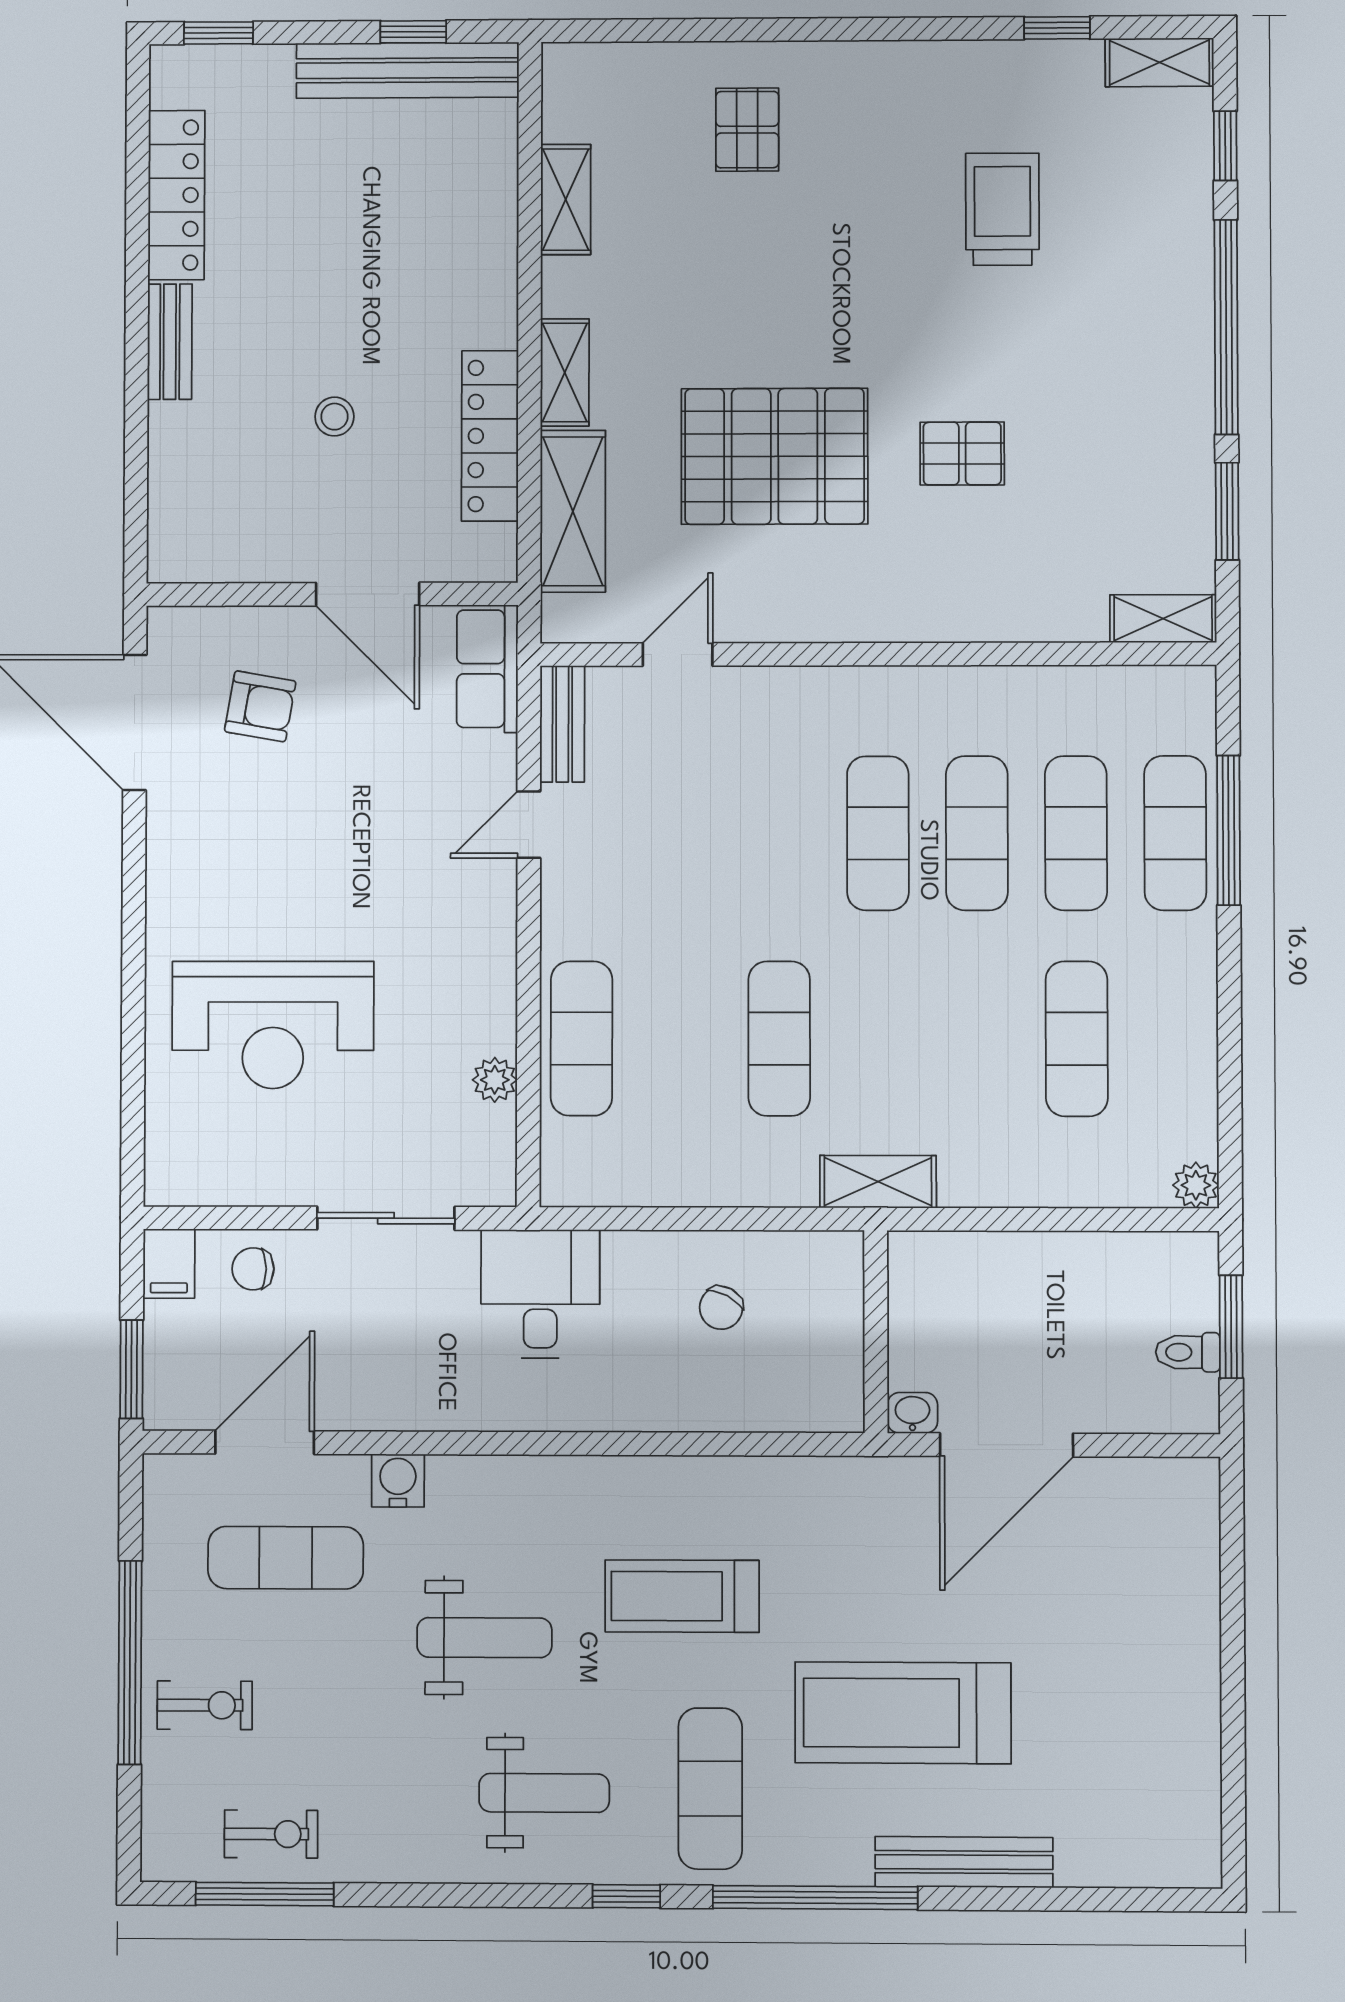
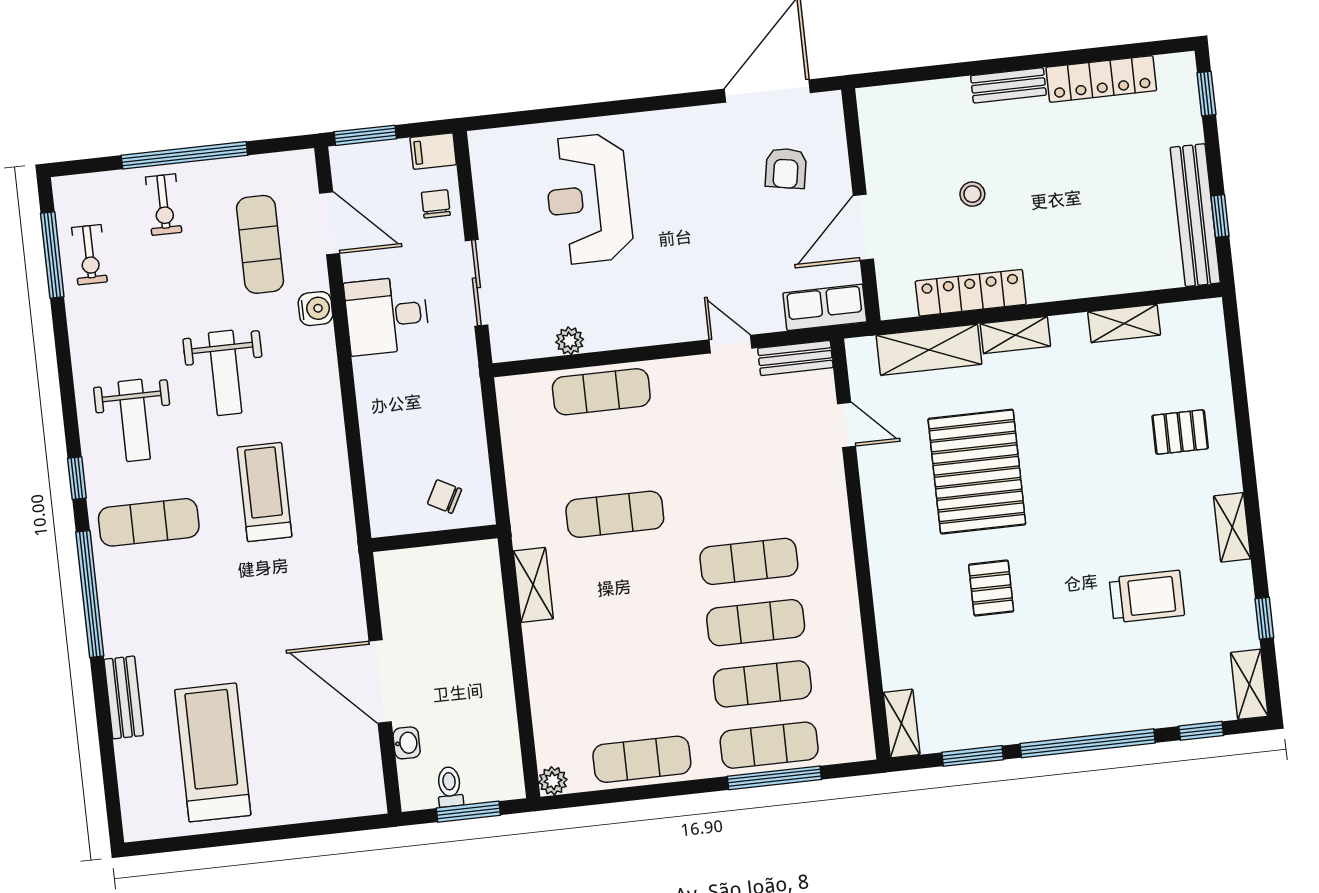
shelving: (907, 64) -> (1232, 527), added
exercise mat: (1077, 1039) -> (642, 759), moved
desk: (540, 1294) -> (387, 316), moved, turned 180
wall: (876, 1332) -> (434, 538), moved
washbasin: (912, 1413) -> (407, 743), moved
treadmill: (903, 1713) -> (213, 752), moved
bench: (964, 1862) -> (124, 697), width x0.73

